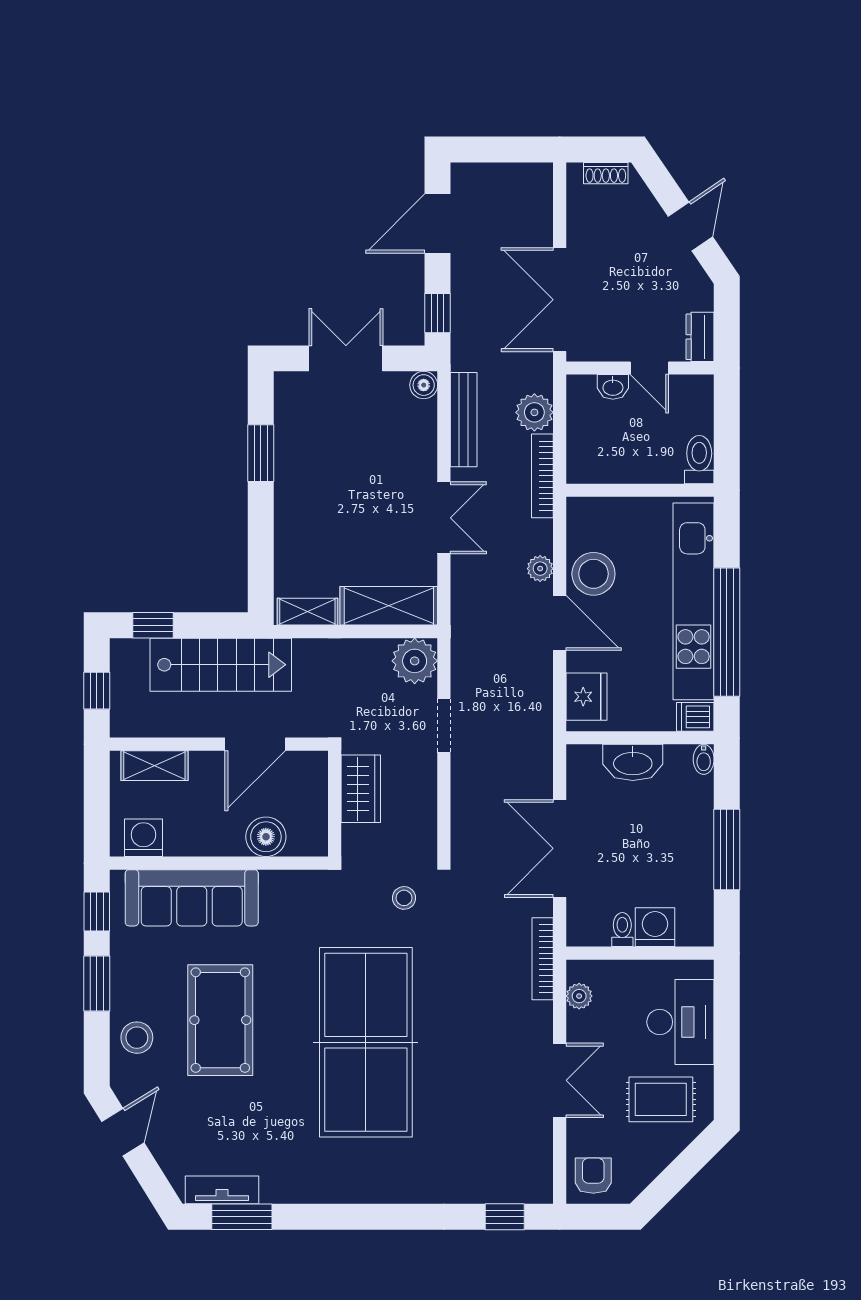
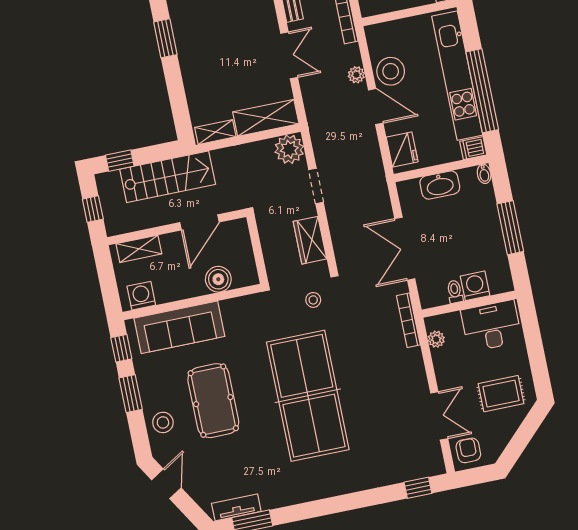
wardrobe: (361, 789) -> (310, 240), moved, turned 180
desk: (680, 1022) -> (491, 326), moved, turned -90
double door: (560, 1080) -> (439, 416), moved

